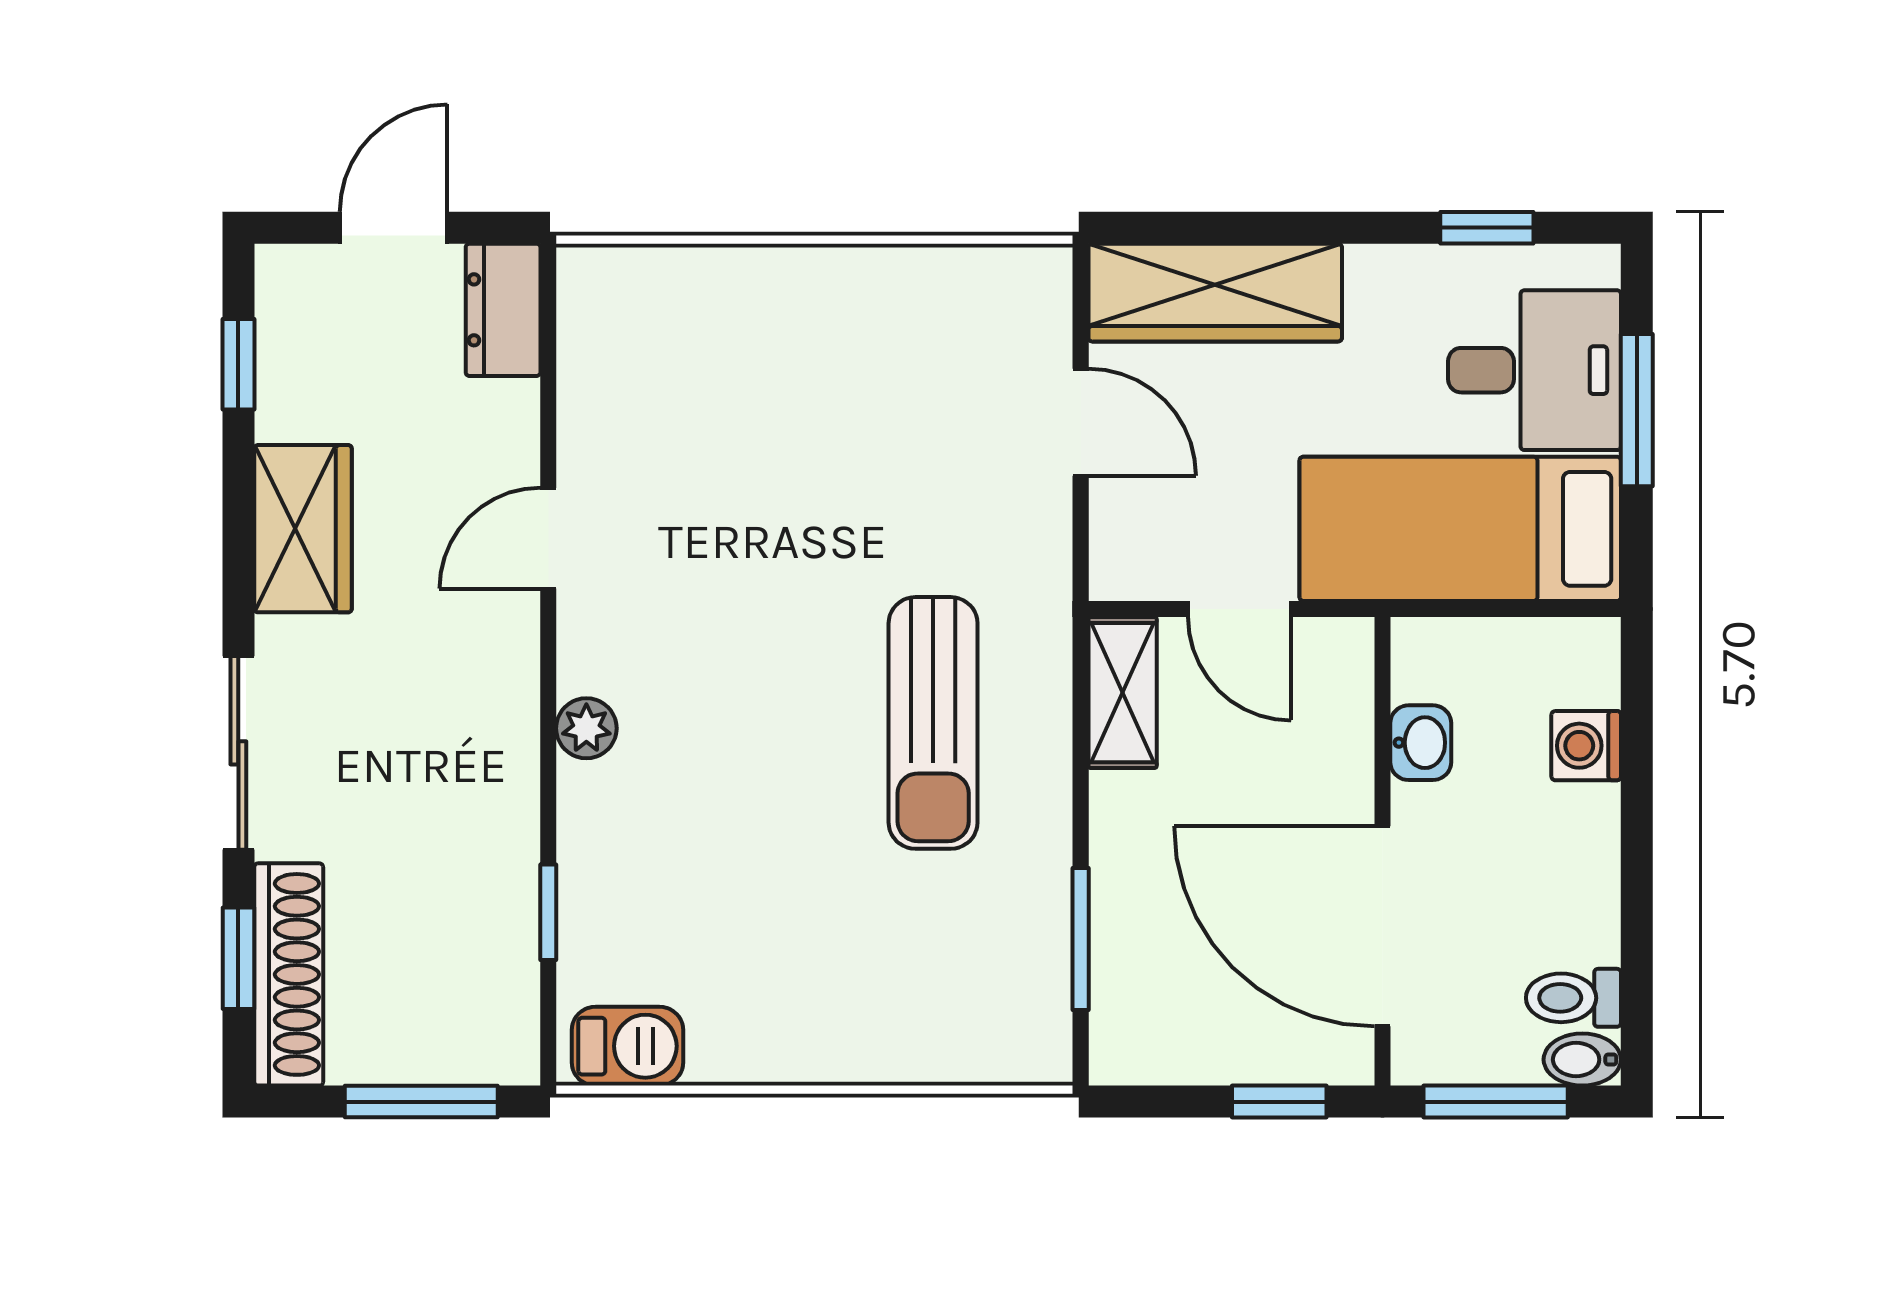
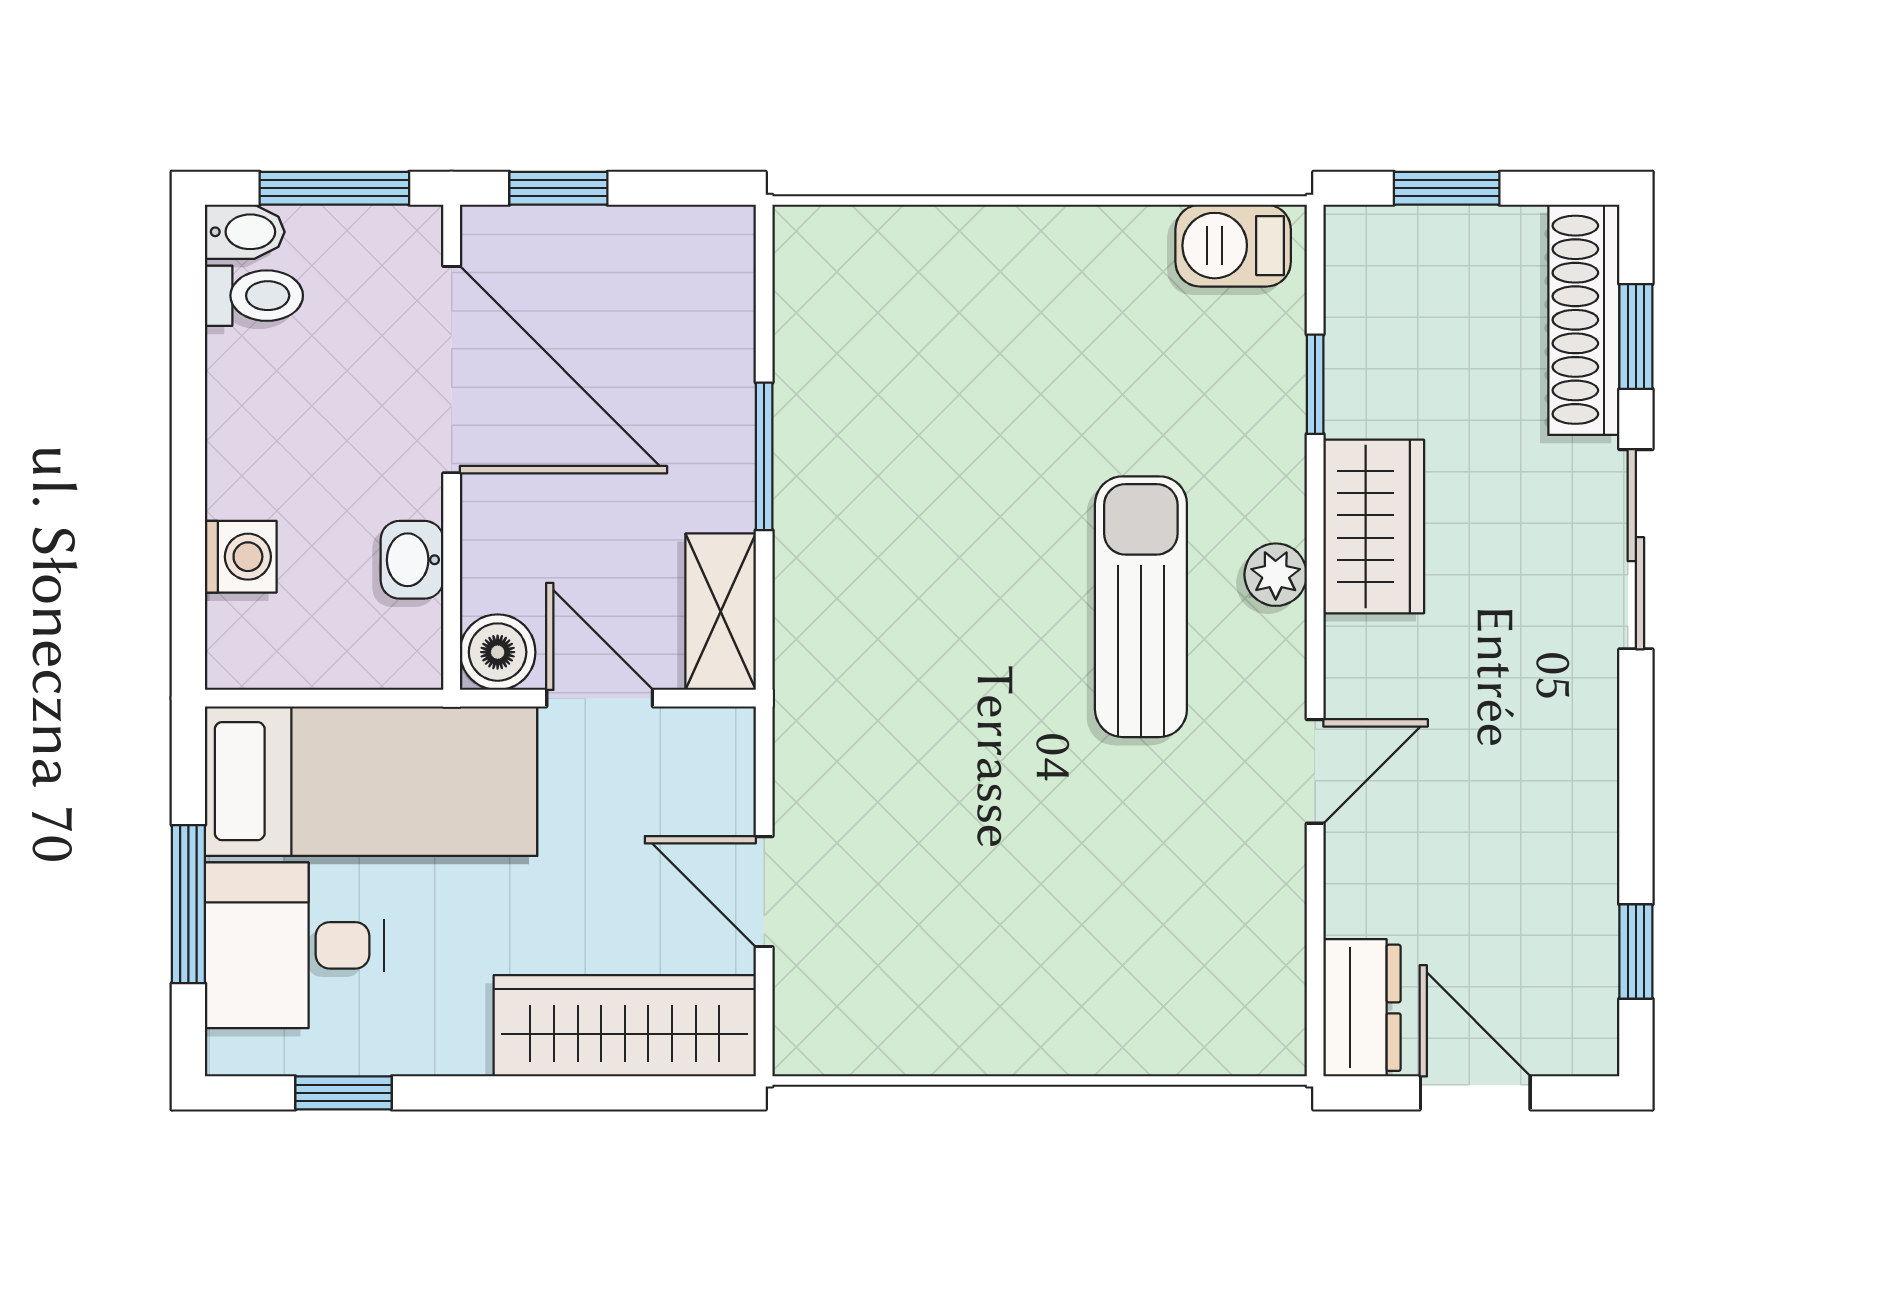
door: (394, 228) -> (1475, 1093), swing flipped
wardrobe: (303, 529) -> (1374, 526), moved, turned 180
boiler: (1338, 653) -> (498, 652), added
sun lounger: (933, 723) -> (1141, 607), moved
window: (1081, 939) -> (764, 456), moved
window: (421, 1102) -> (1447, 188), width x0.67

